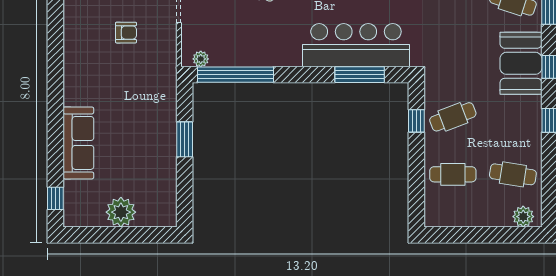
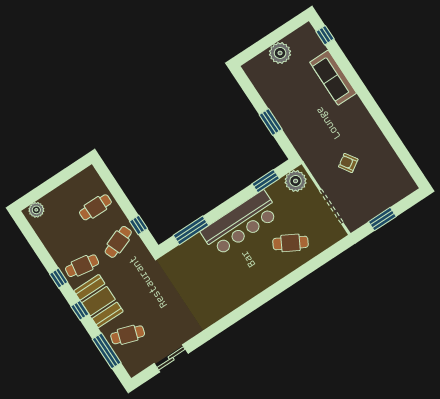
armchair: (126, 33) -> (348, 163), turned 57
bar counter: (356, 45) -> (240, 223), moved
plant: (201, 59) -> (296, 181), width x1.88, depth x1.88
window: (236, 75) -> (266, 181), width x0.47
cafe table: (513, 174) -> (82, 266), moved

